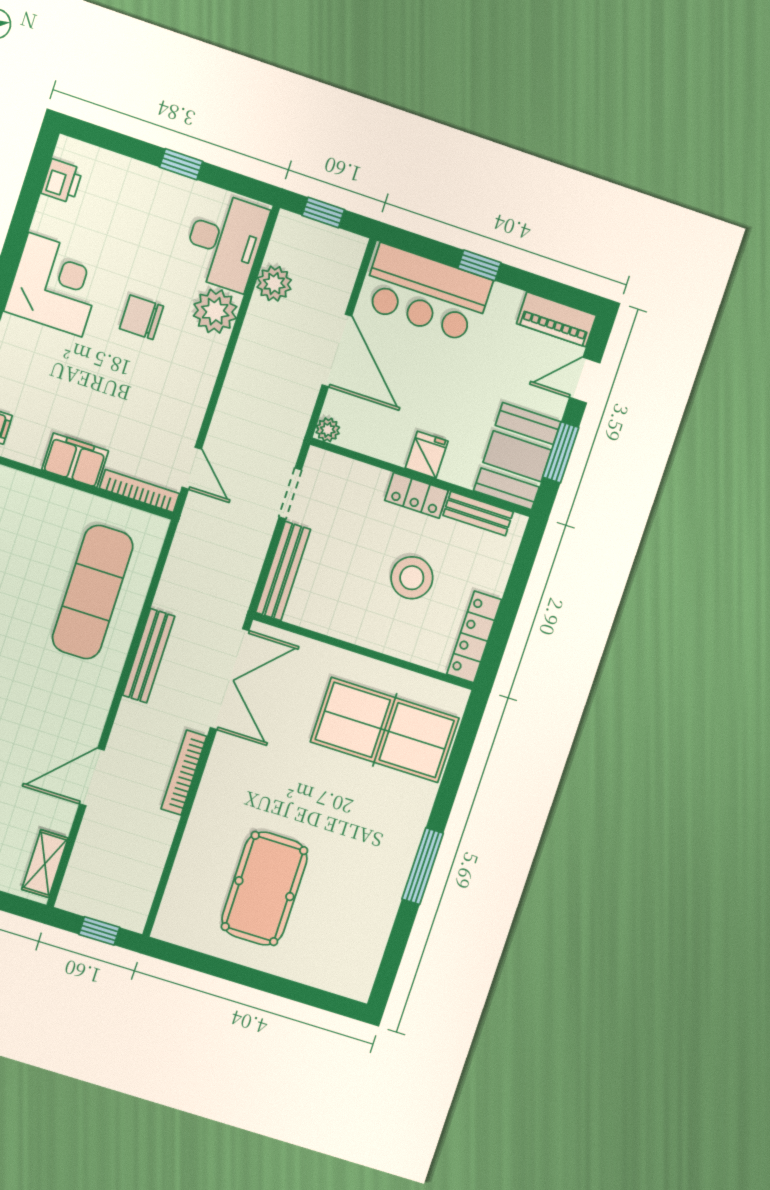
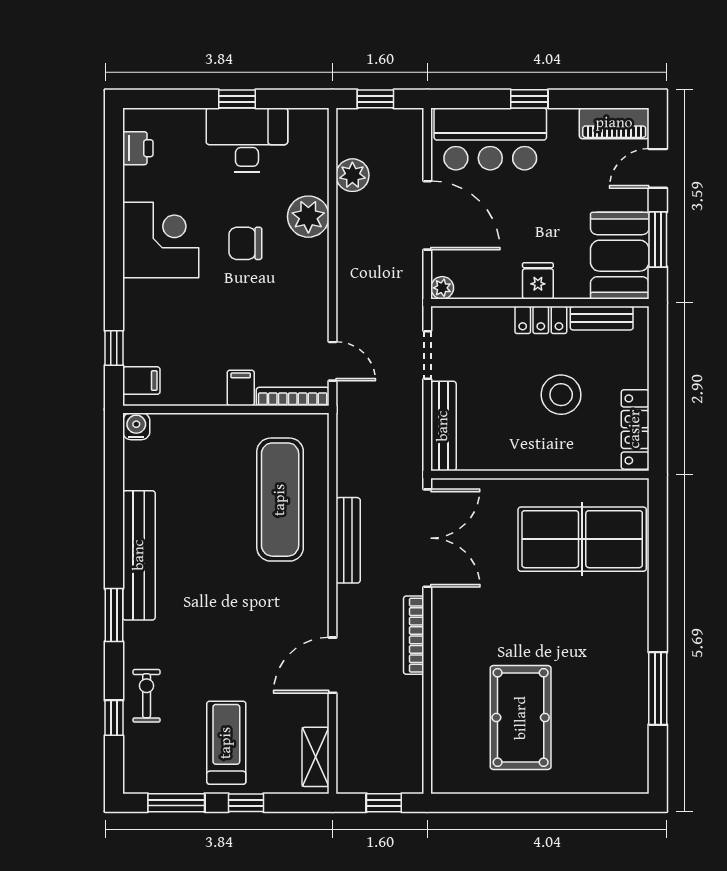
desk: (225, 241) -> (247, 140), moved, turned -90
filing cabinet: (75, 460) -> (241, 388), width x0.50
window: (423, 866) -> (658, 688), moved

